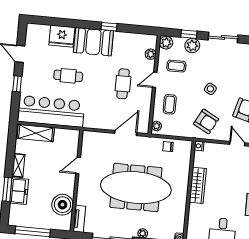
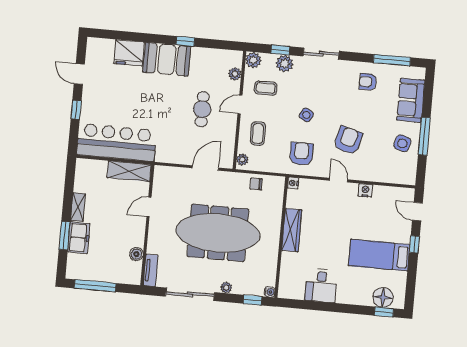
cafe table: (68, 76) -> (137, 100), removed
armchair: (206, 121) -> (301, 154), turned -118
shelving: (36, 133) -> (129, 171), moved
boiler: (62, 205) -> (136, 254), width x0.54, depth x0.54

